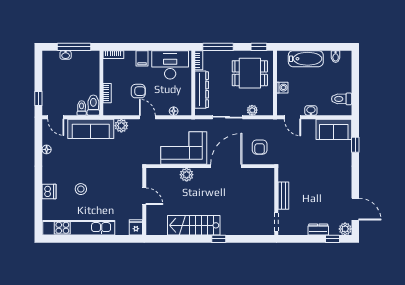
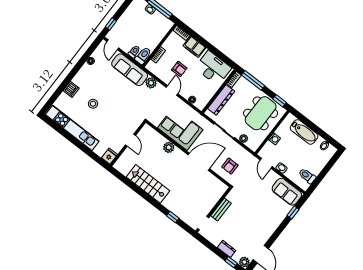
filing cabinet: (142, 58) -> (194, 47), width x2.00
dining table: (250, 73) -> (261, 113), width x1.37
window: (219, 239) -> (173, 217), moved

